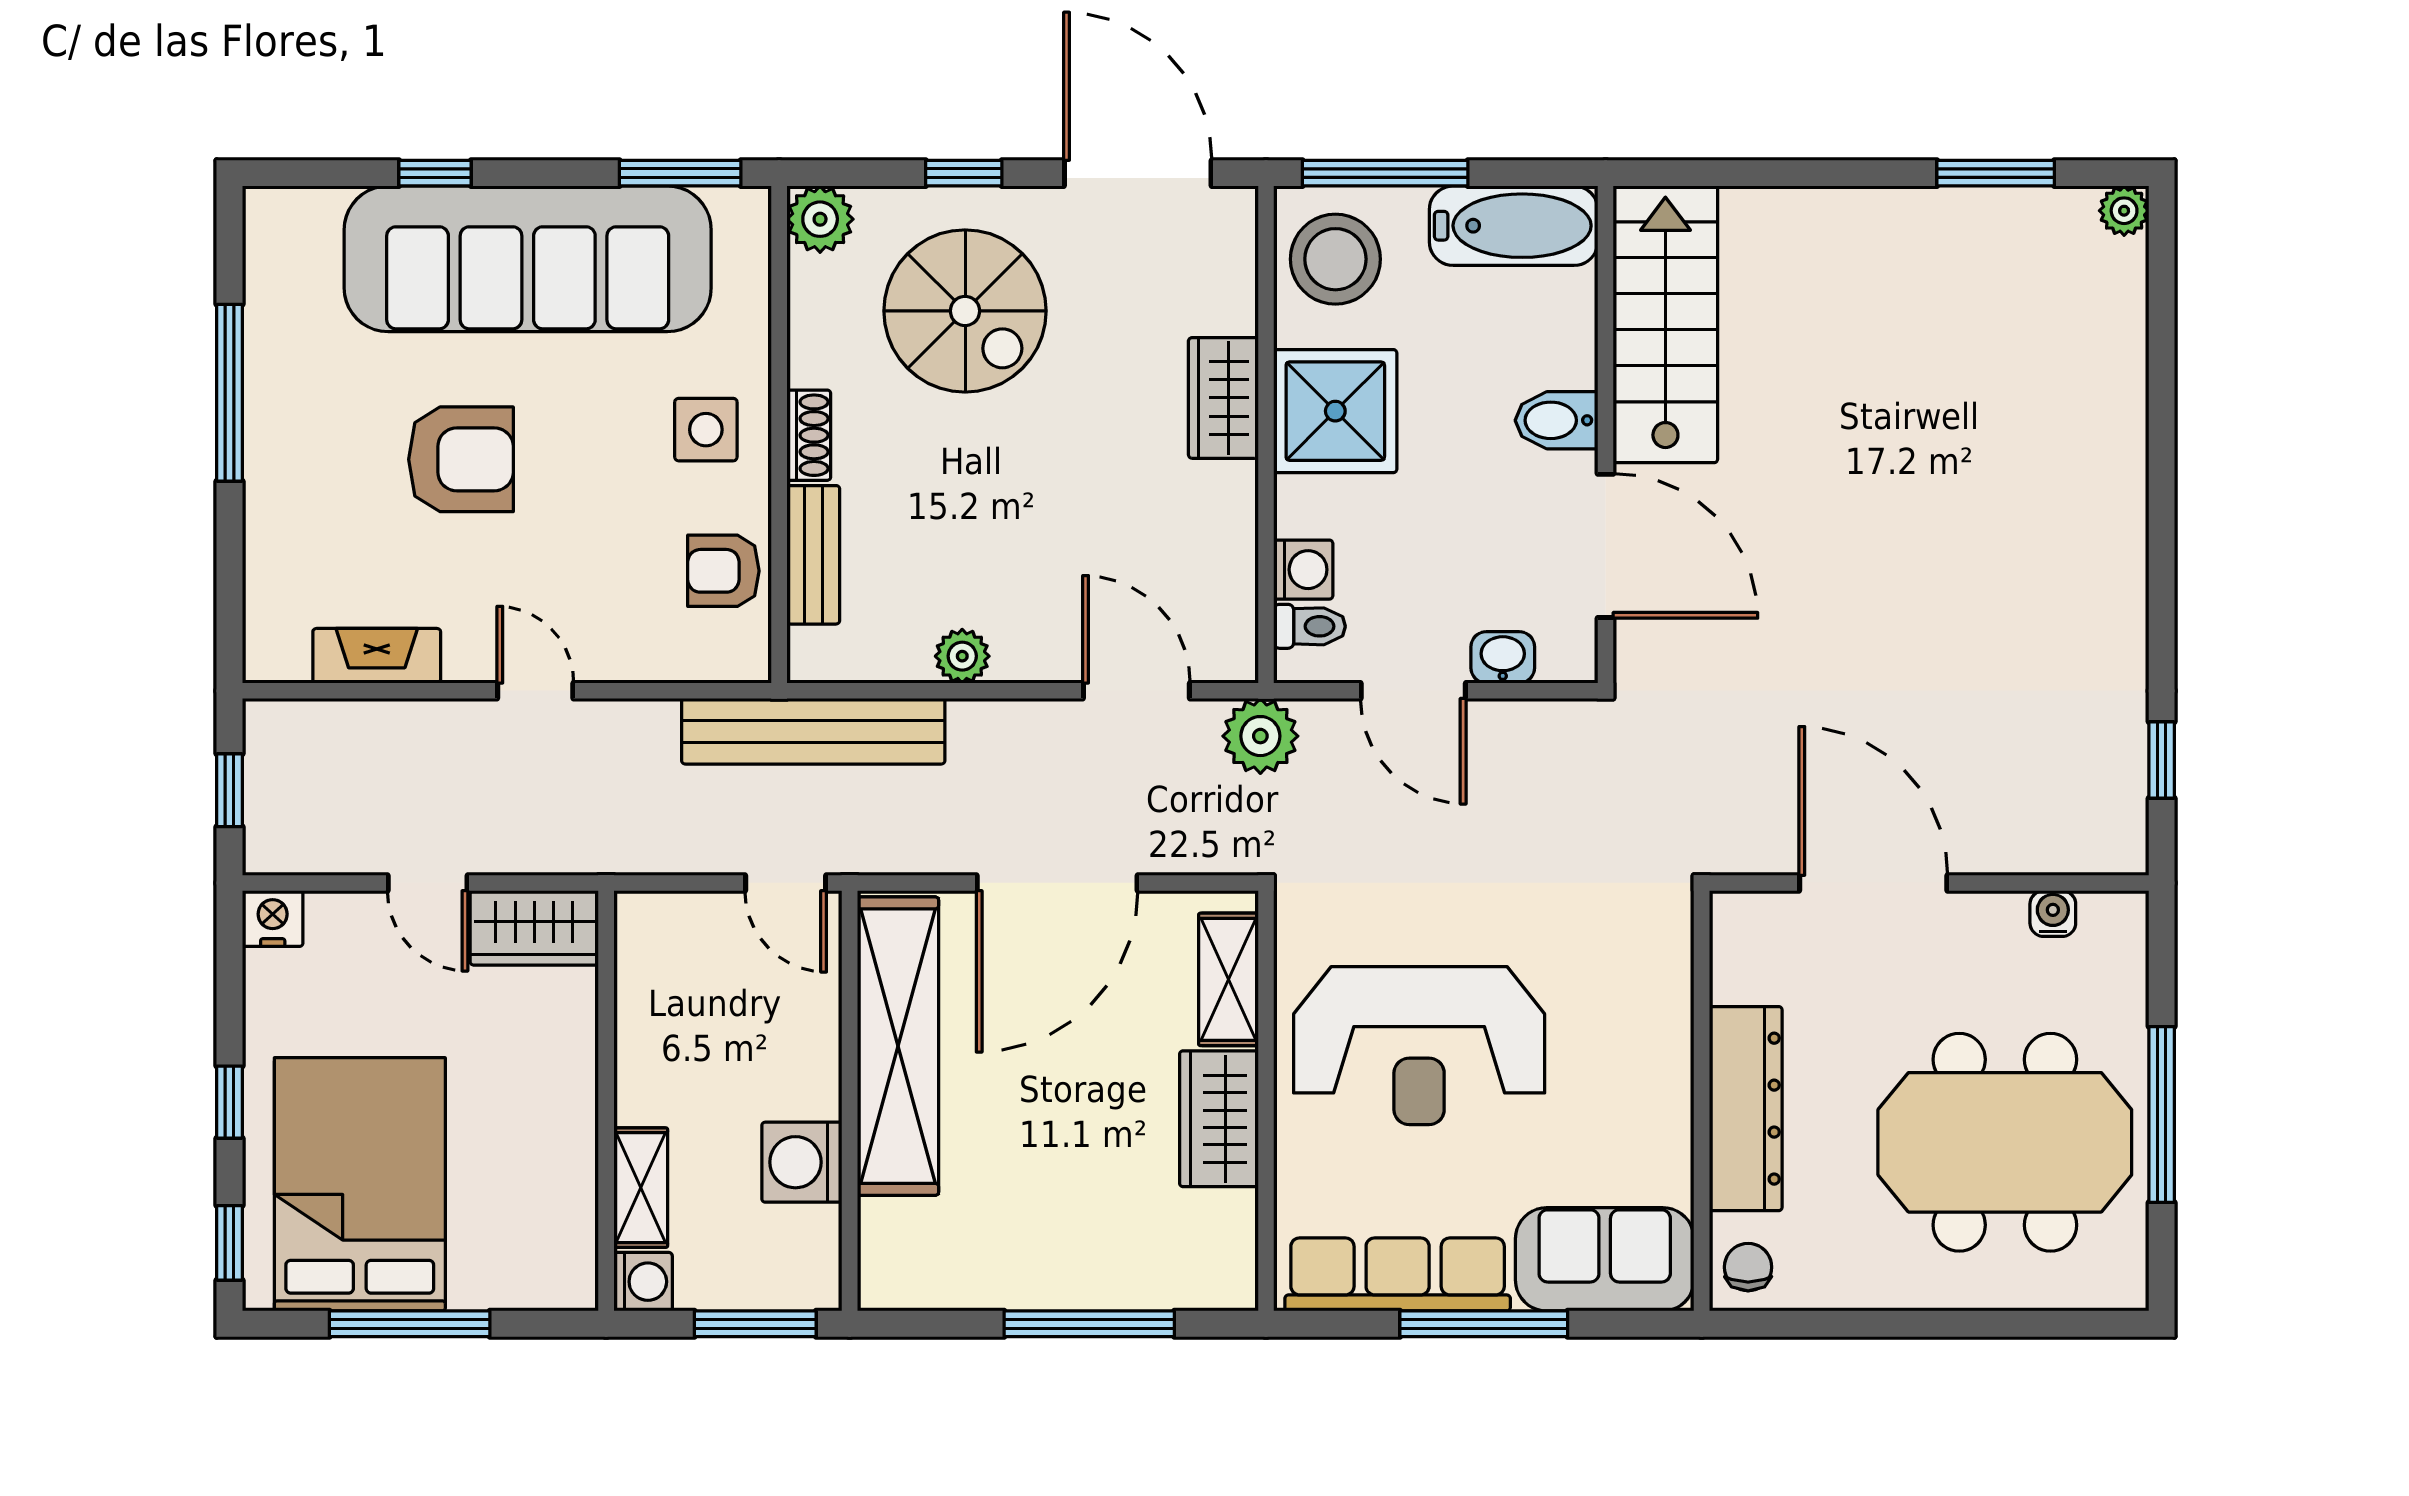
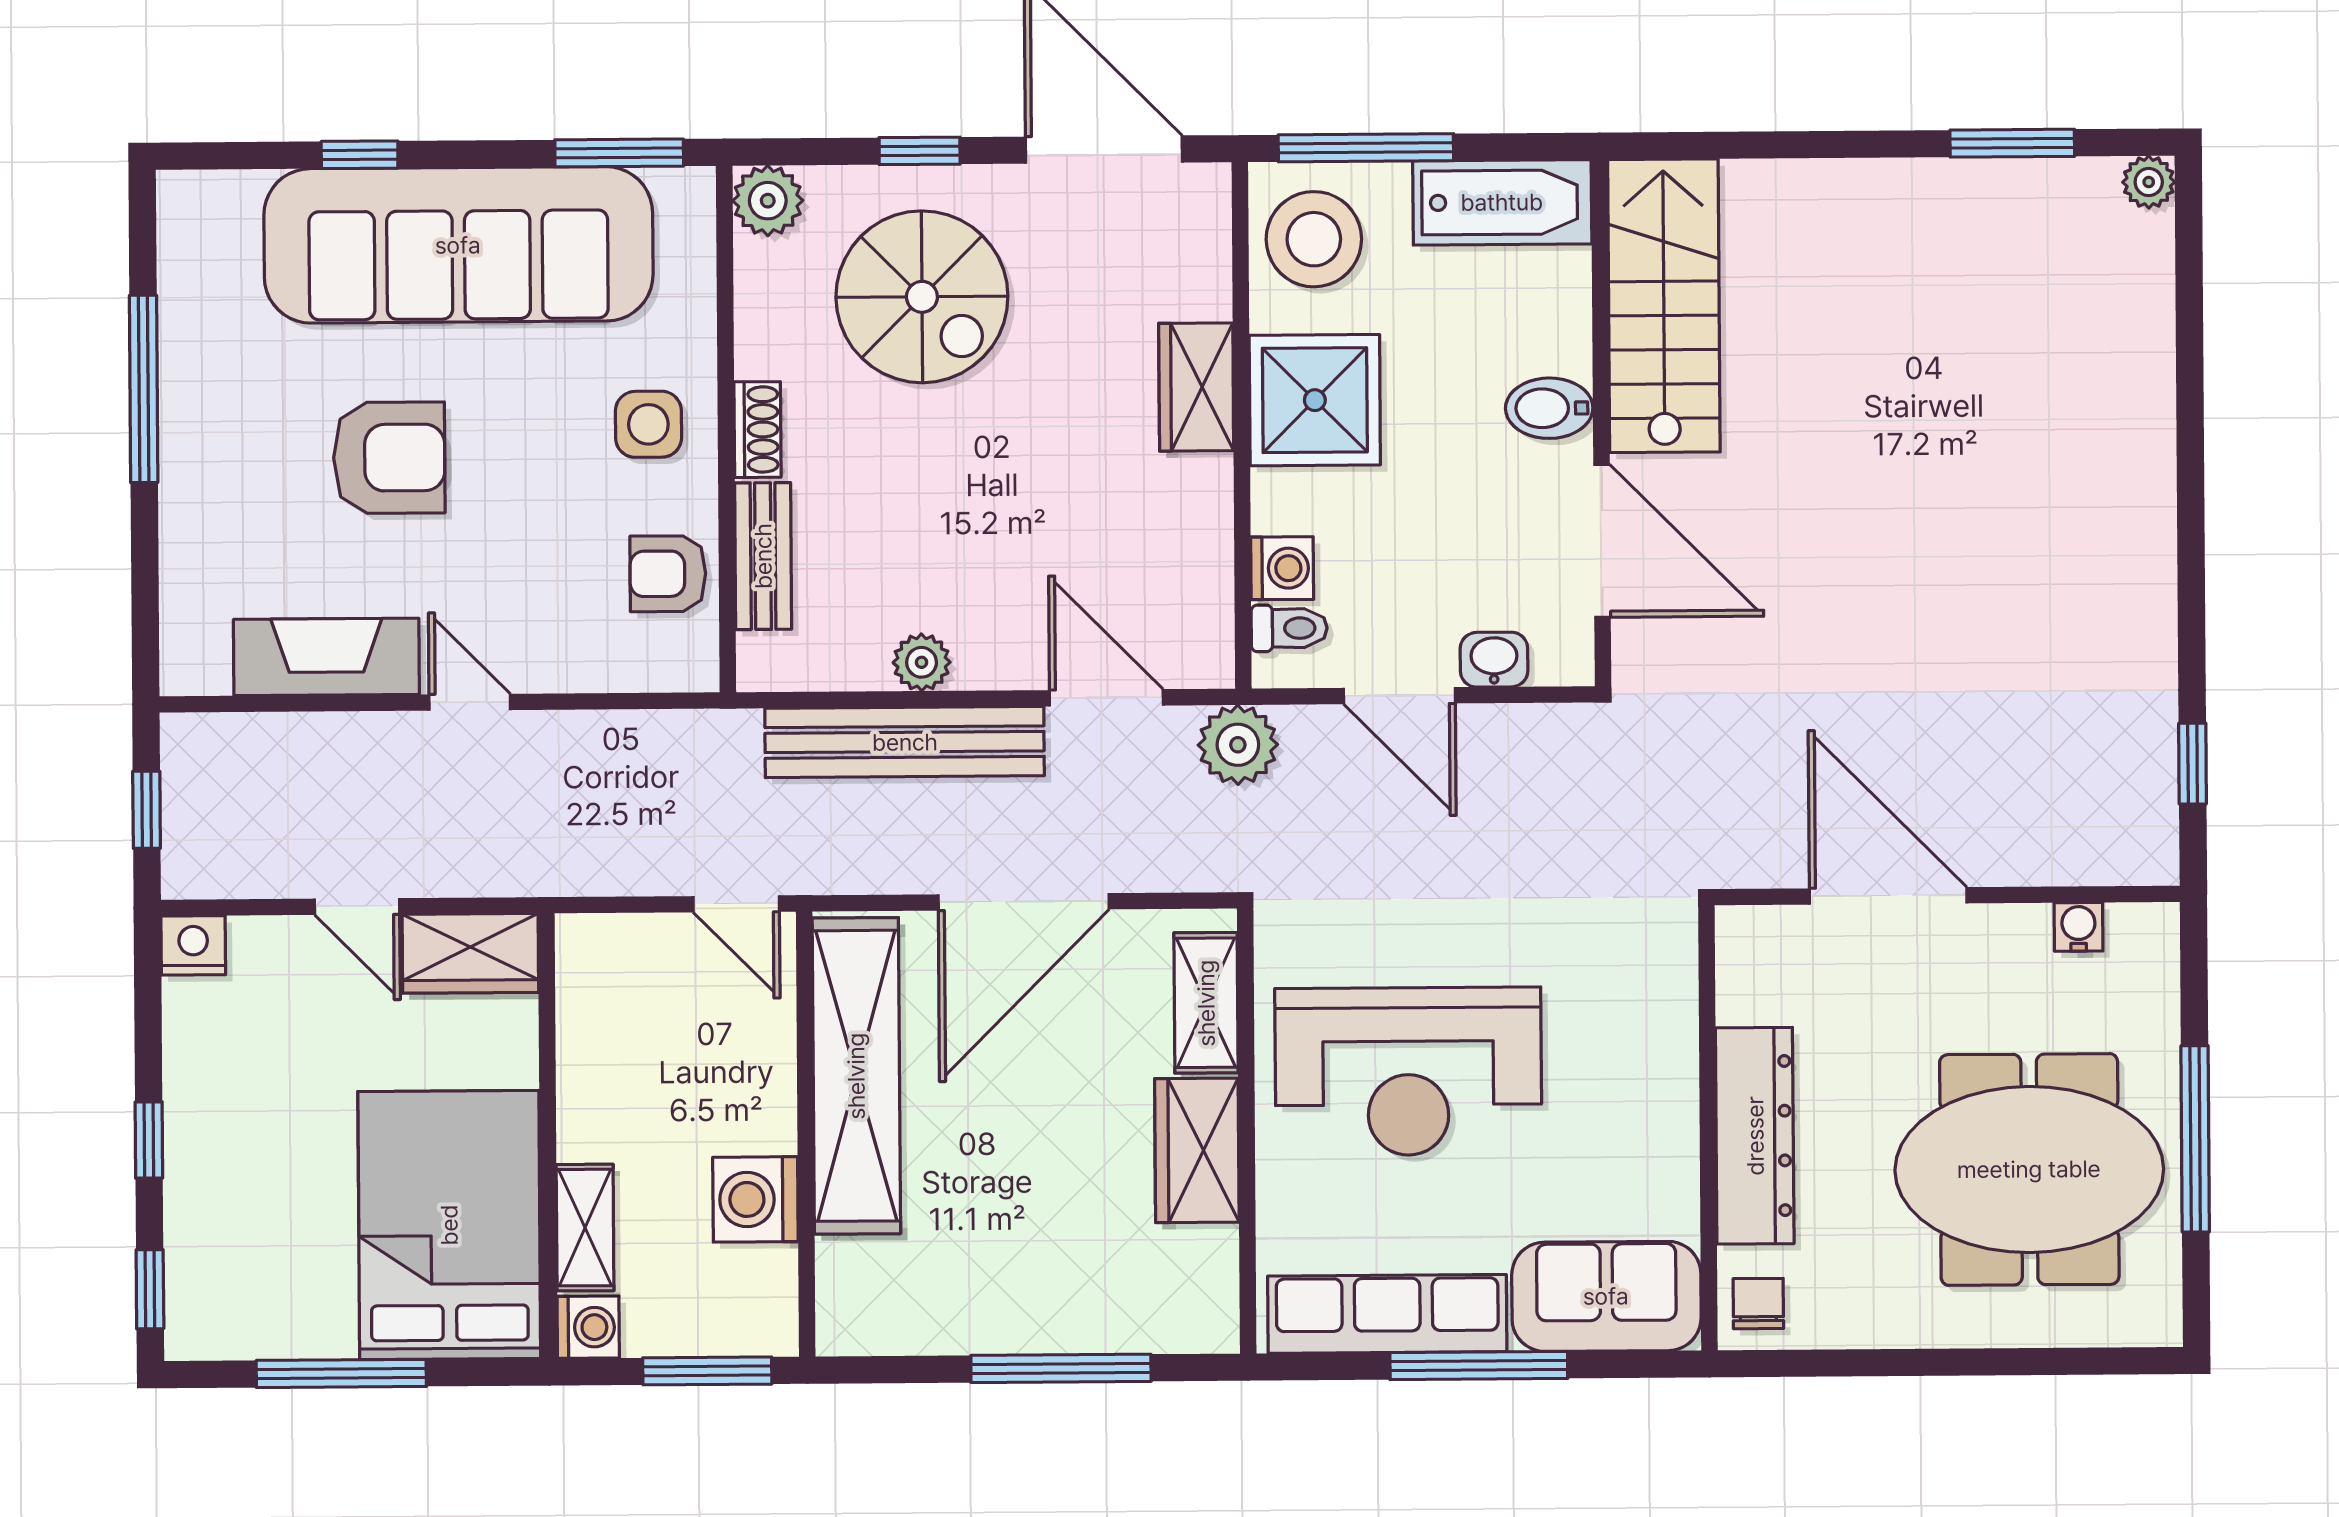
fireplace: (377, 656) -> (326, 657), width x1.37, depth x1.32
bench: (813, 731) -> (905, 742), moved
bed: (360, 1184) -> (449, 1225), moved

